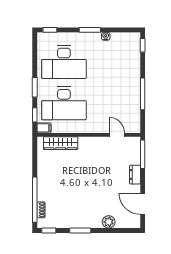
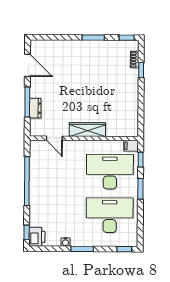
printer: (133, 41) -> (37, 237), added
window: (143, 94) -> (27, 181), width x1.46
wardrobe: (61, 143) -> (87, 130), moved
window: (143, 154) -> (27, 102), moved
dresser: (135, 175) -> (35, 108), moved
window: (35, 200) -> (141, 70), width x0.32
plant: (109, 222) -> (63, 46), removed

